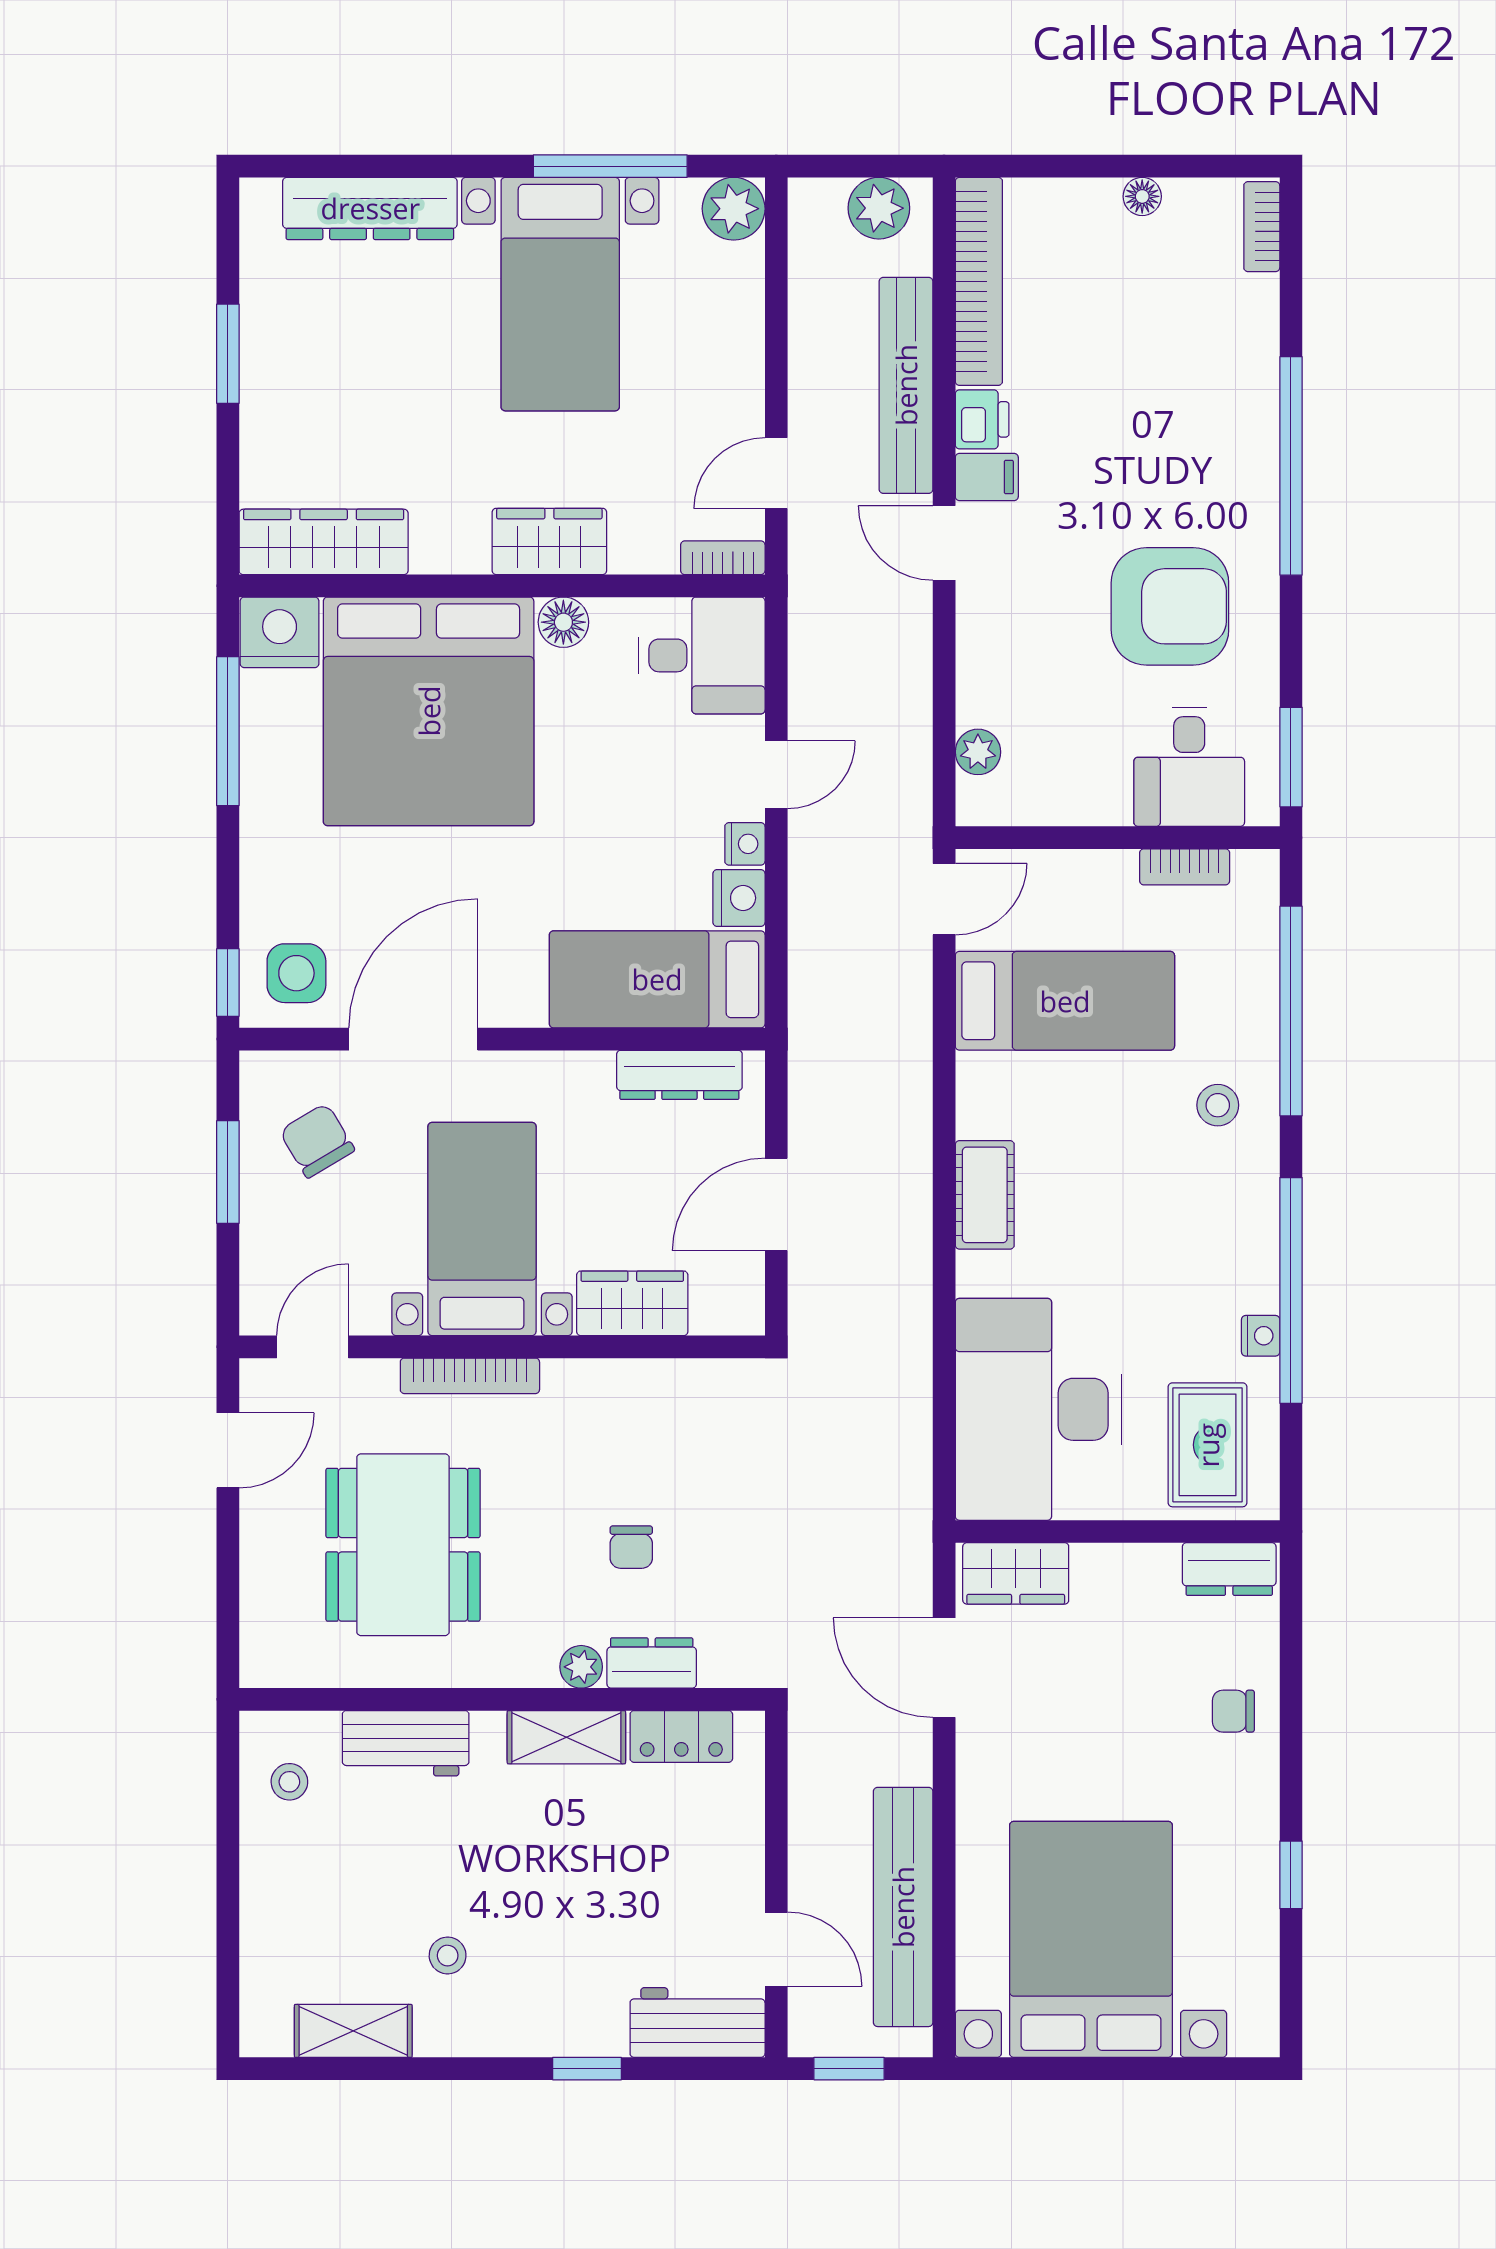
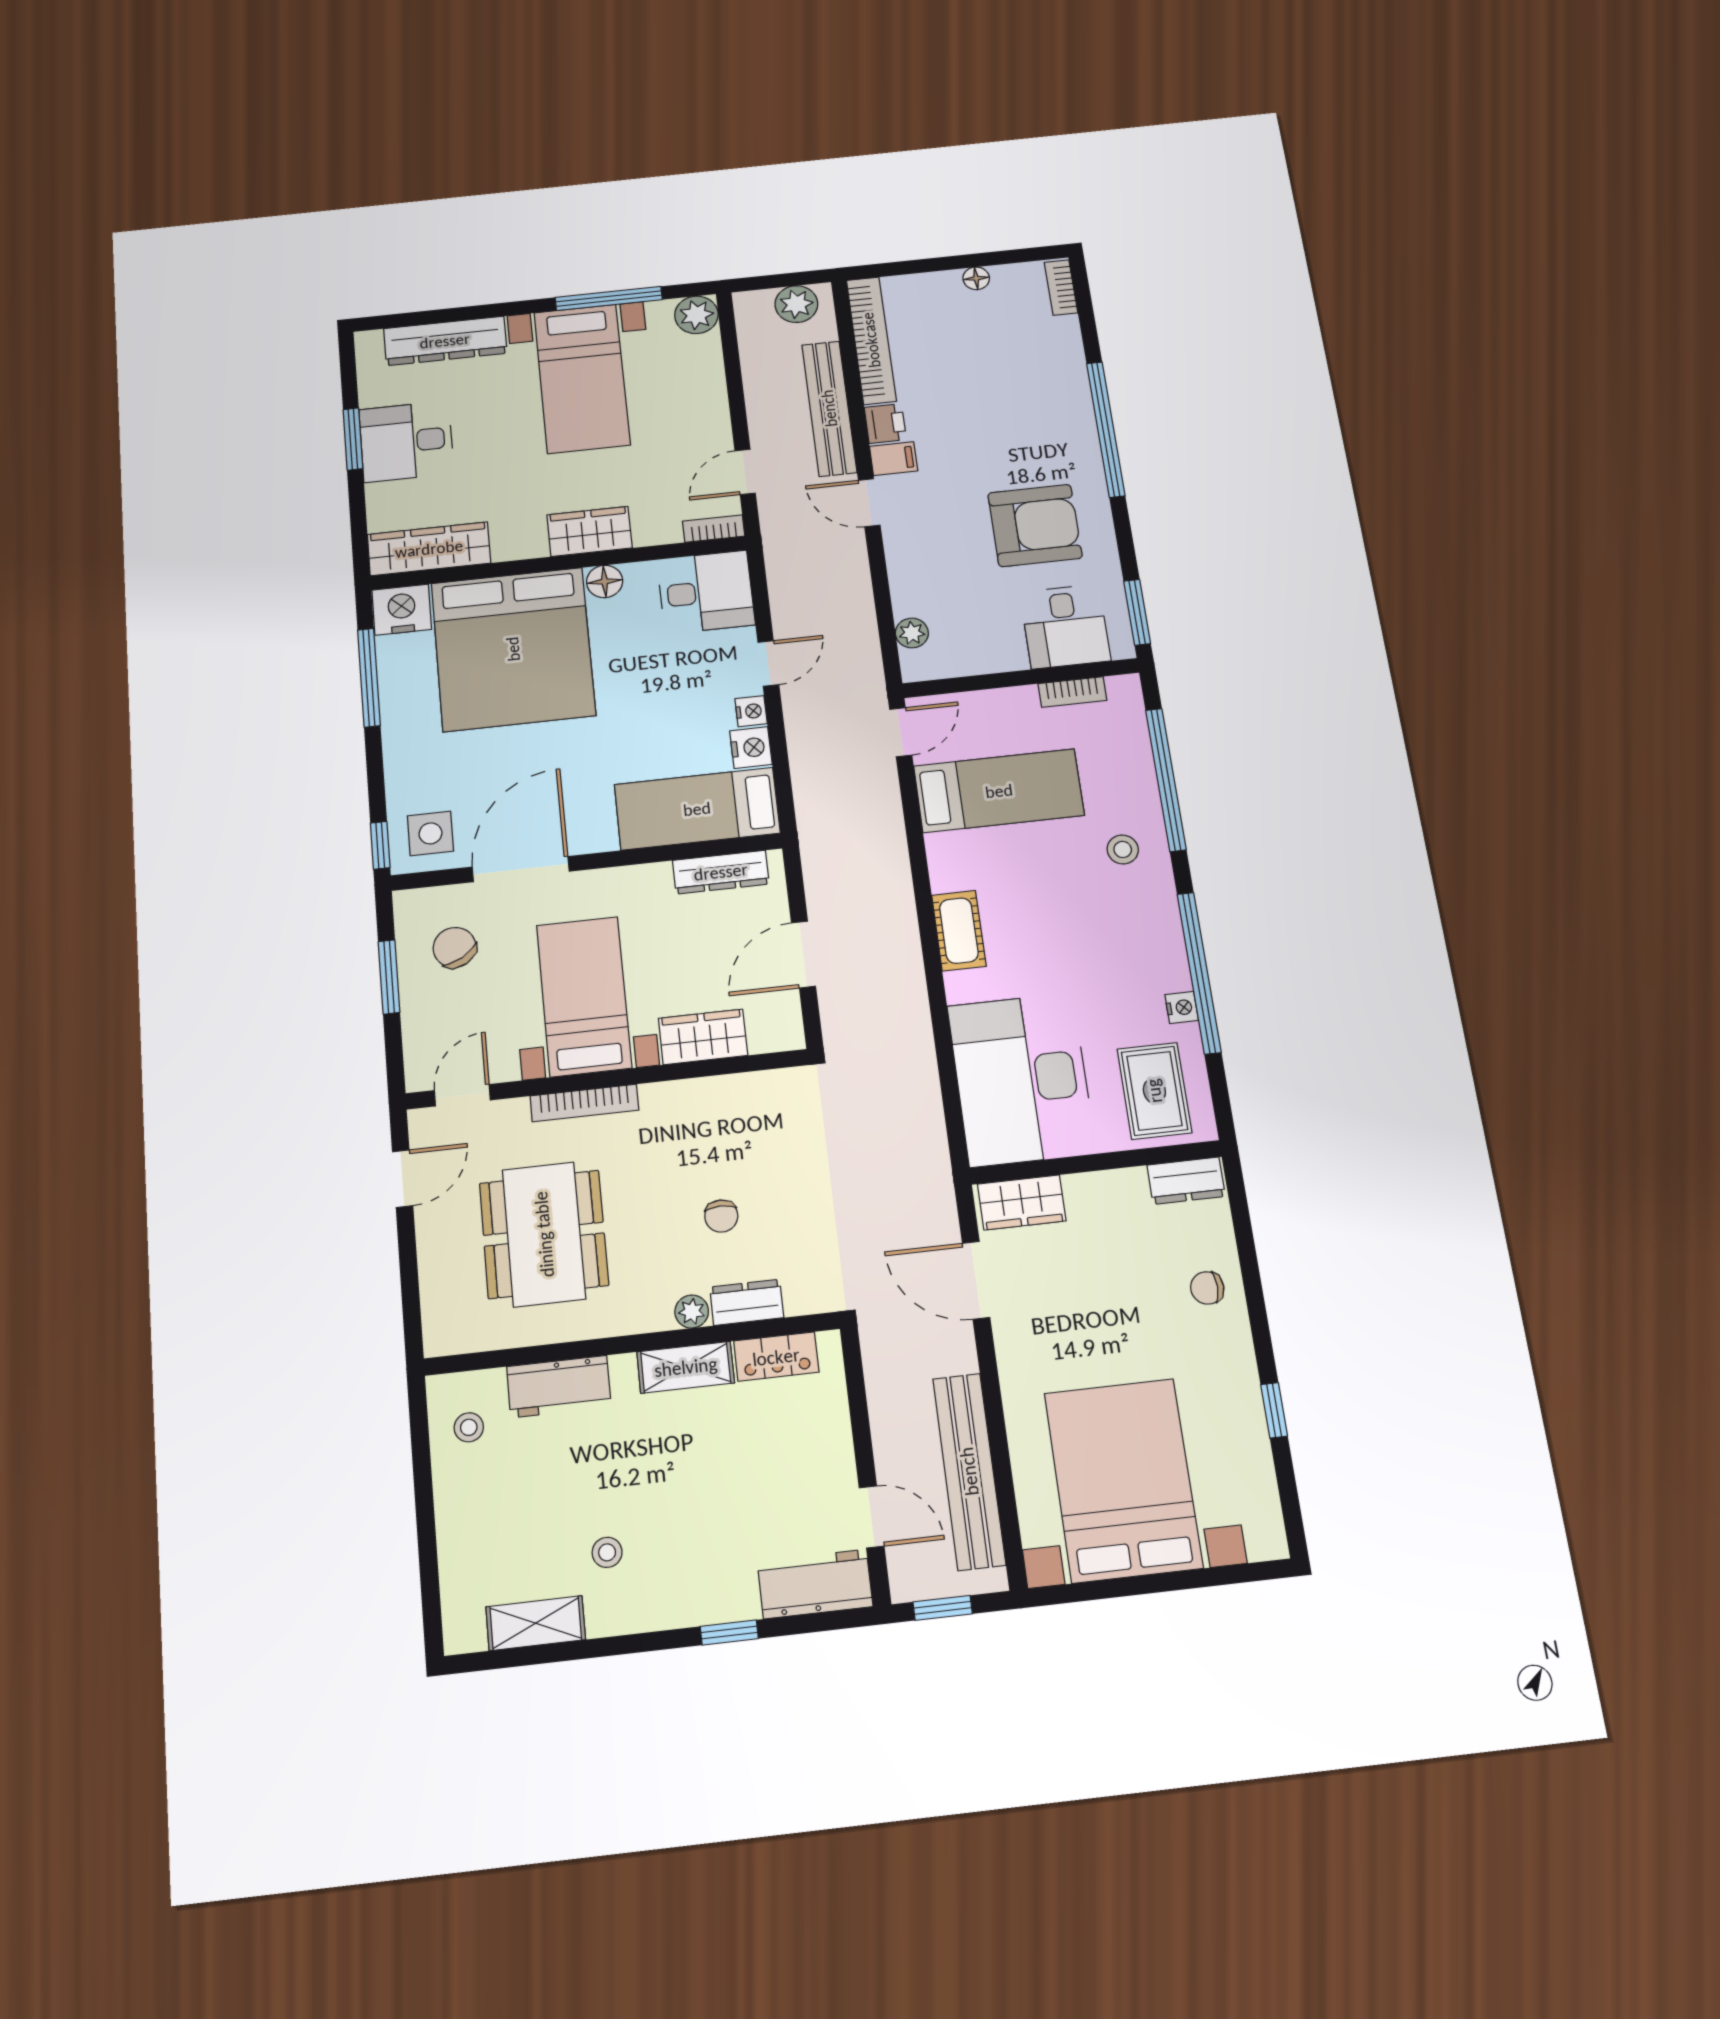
desk: (303, 367) -> (406, 441), added

